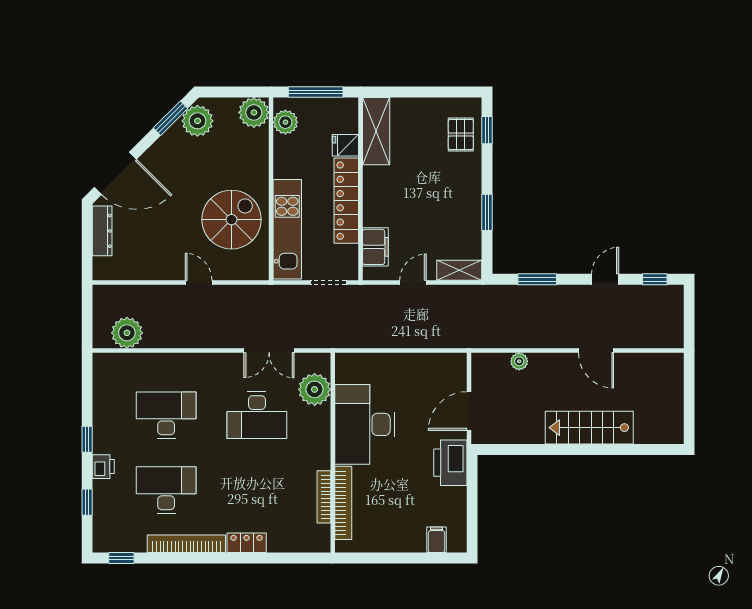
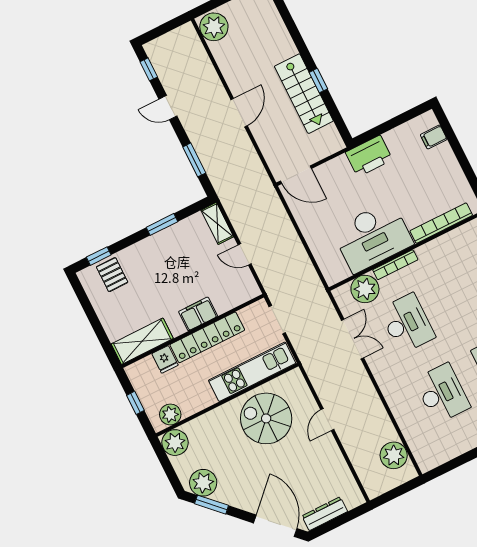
window: (316, 92) -> (135, 403), width x0.46
pallet: (461, 134) -> (112, 275), turned 90
filing cabinet: (375, 247) -> (198, 314), moved
door: (596, 351) -> (239, 113), moved
plant: (519, 361) -> (214, 27), moved, width x1.87, depth x1.87
door: (469, 411) -> (296, 175), moved
desk: (166, 415) -> (442, 393), turned 180
stairs: (589, 428) -> (304, 94), moved
window: (555, 449) -> (318, 81), added
bookcase: (324, 497) -> (395, 265), moved

